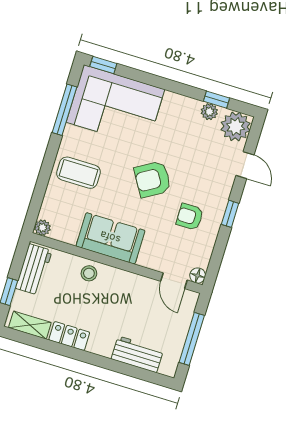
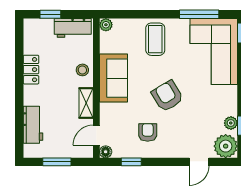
window: (230, 214) -> (131, 162), moved
shelving: (30, 325) -> (86, 103), moved
window: (192, 339) -> (57, 162), width x0.69

